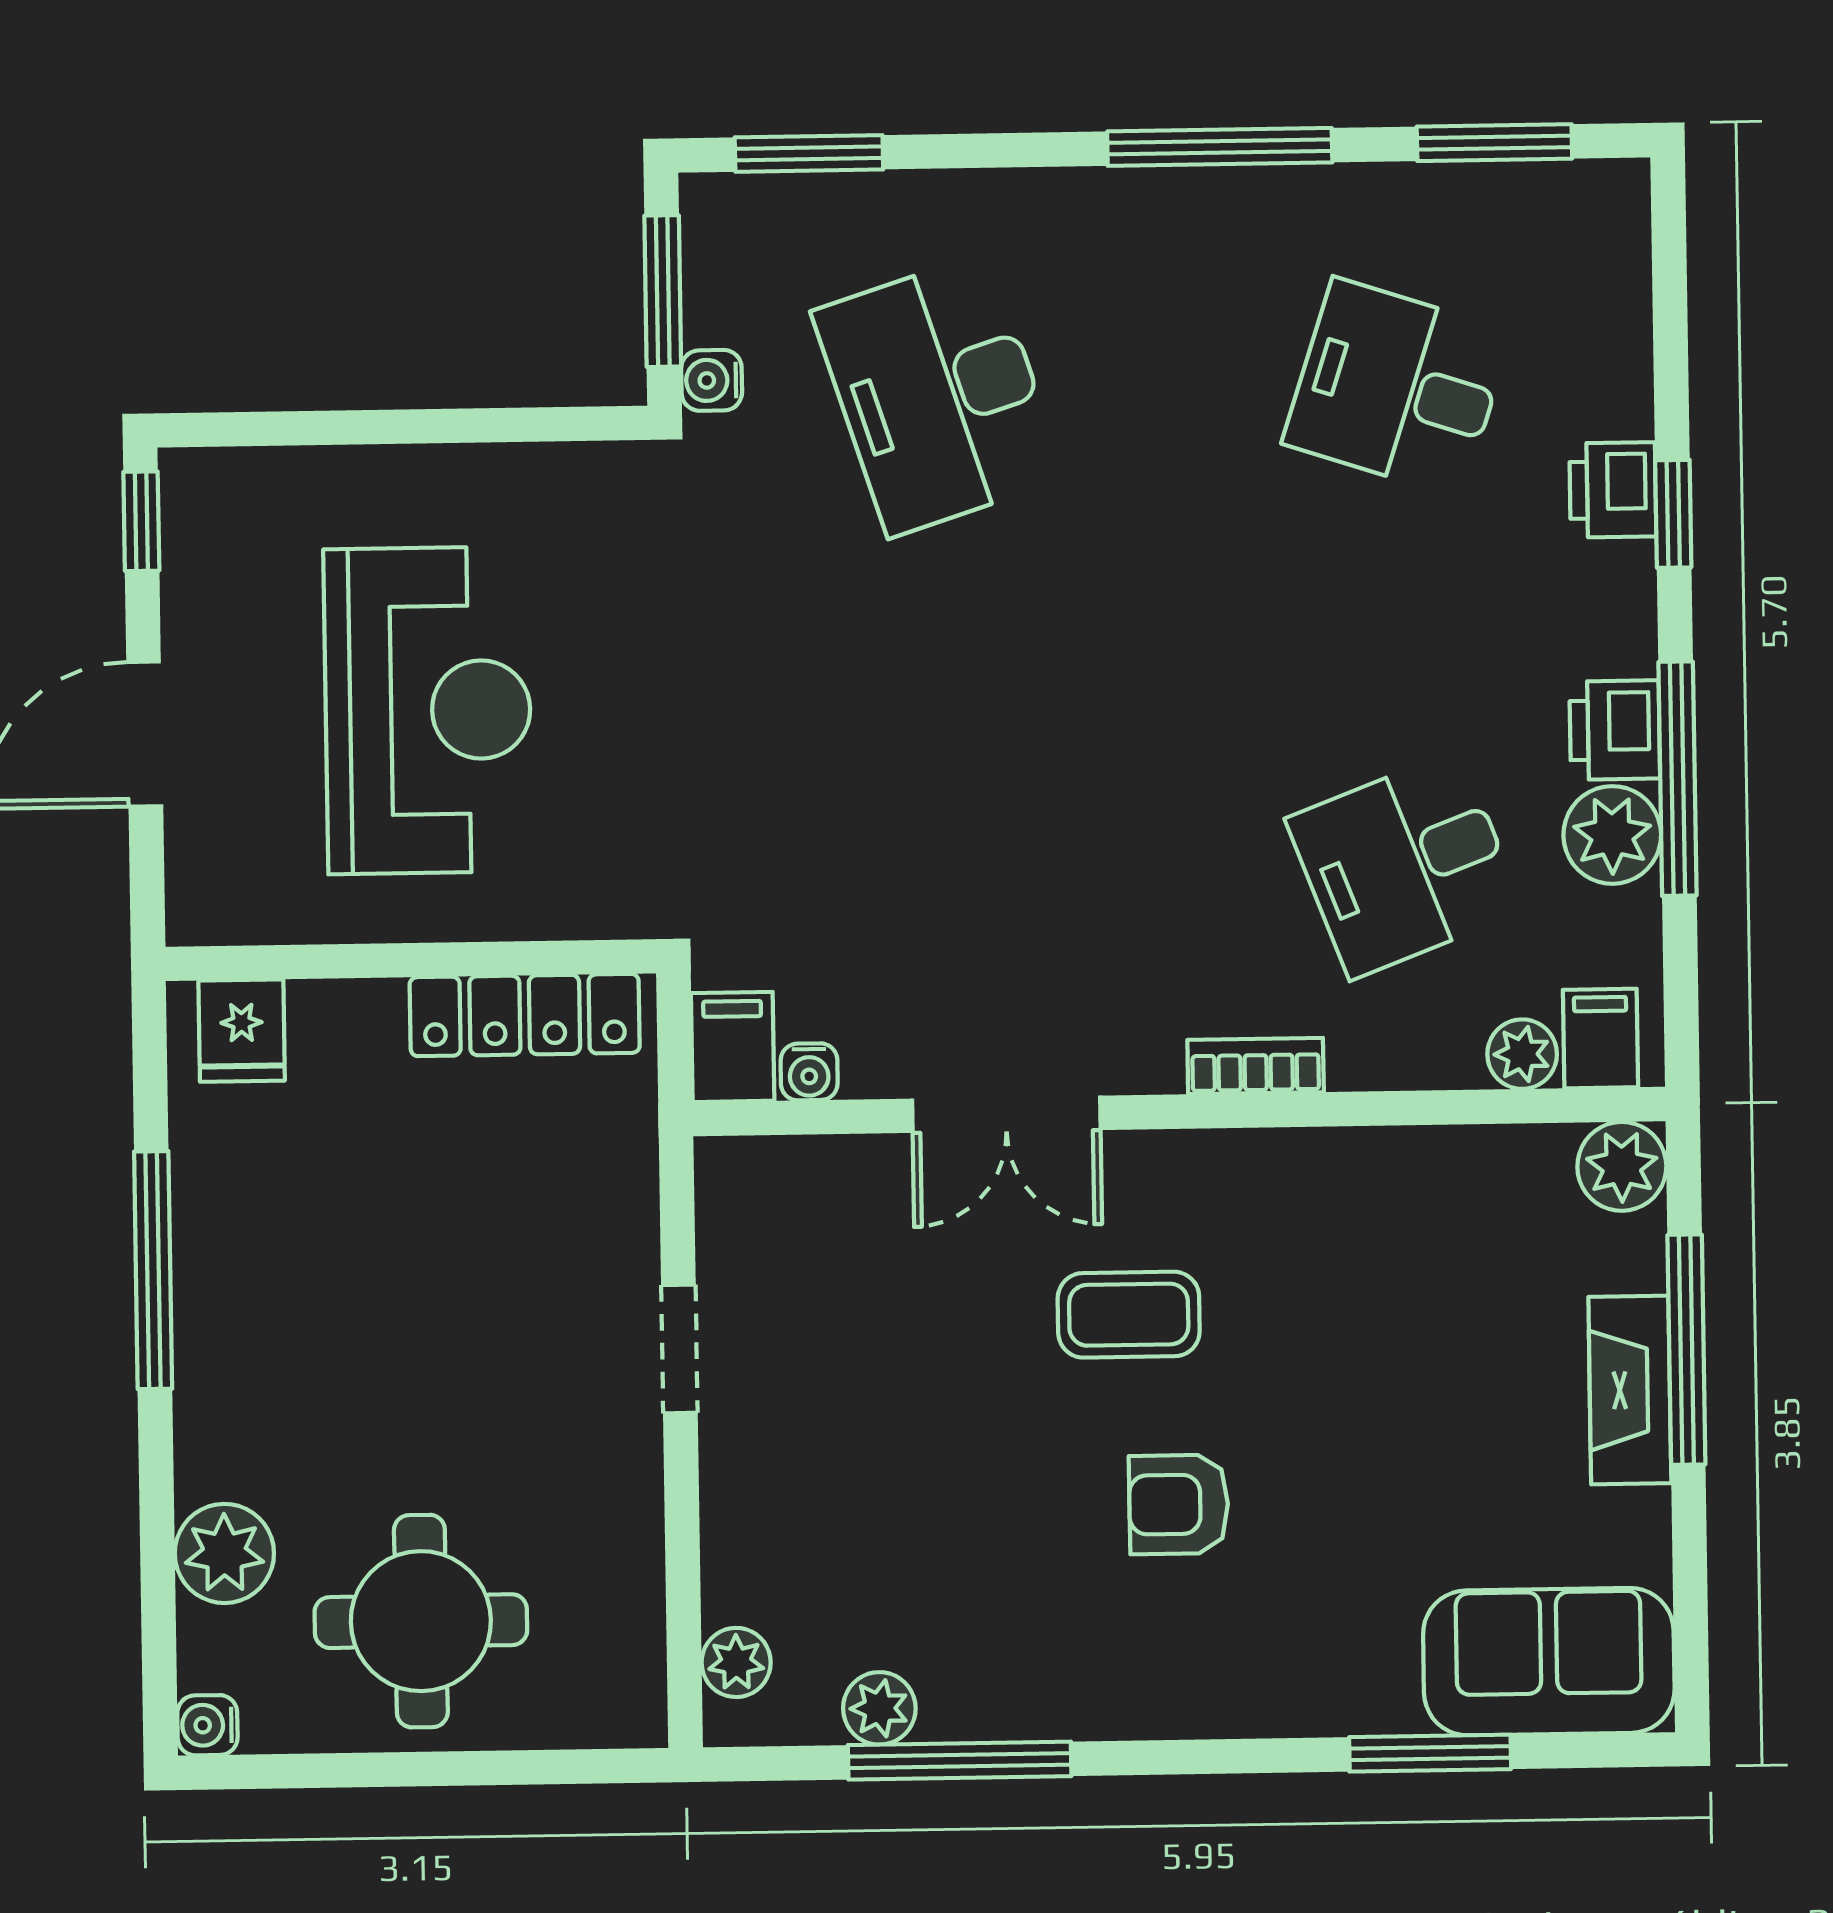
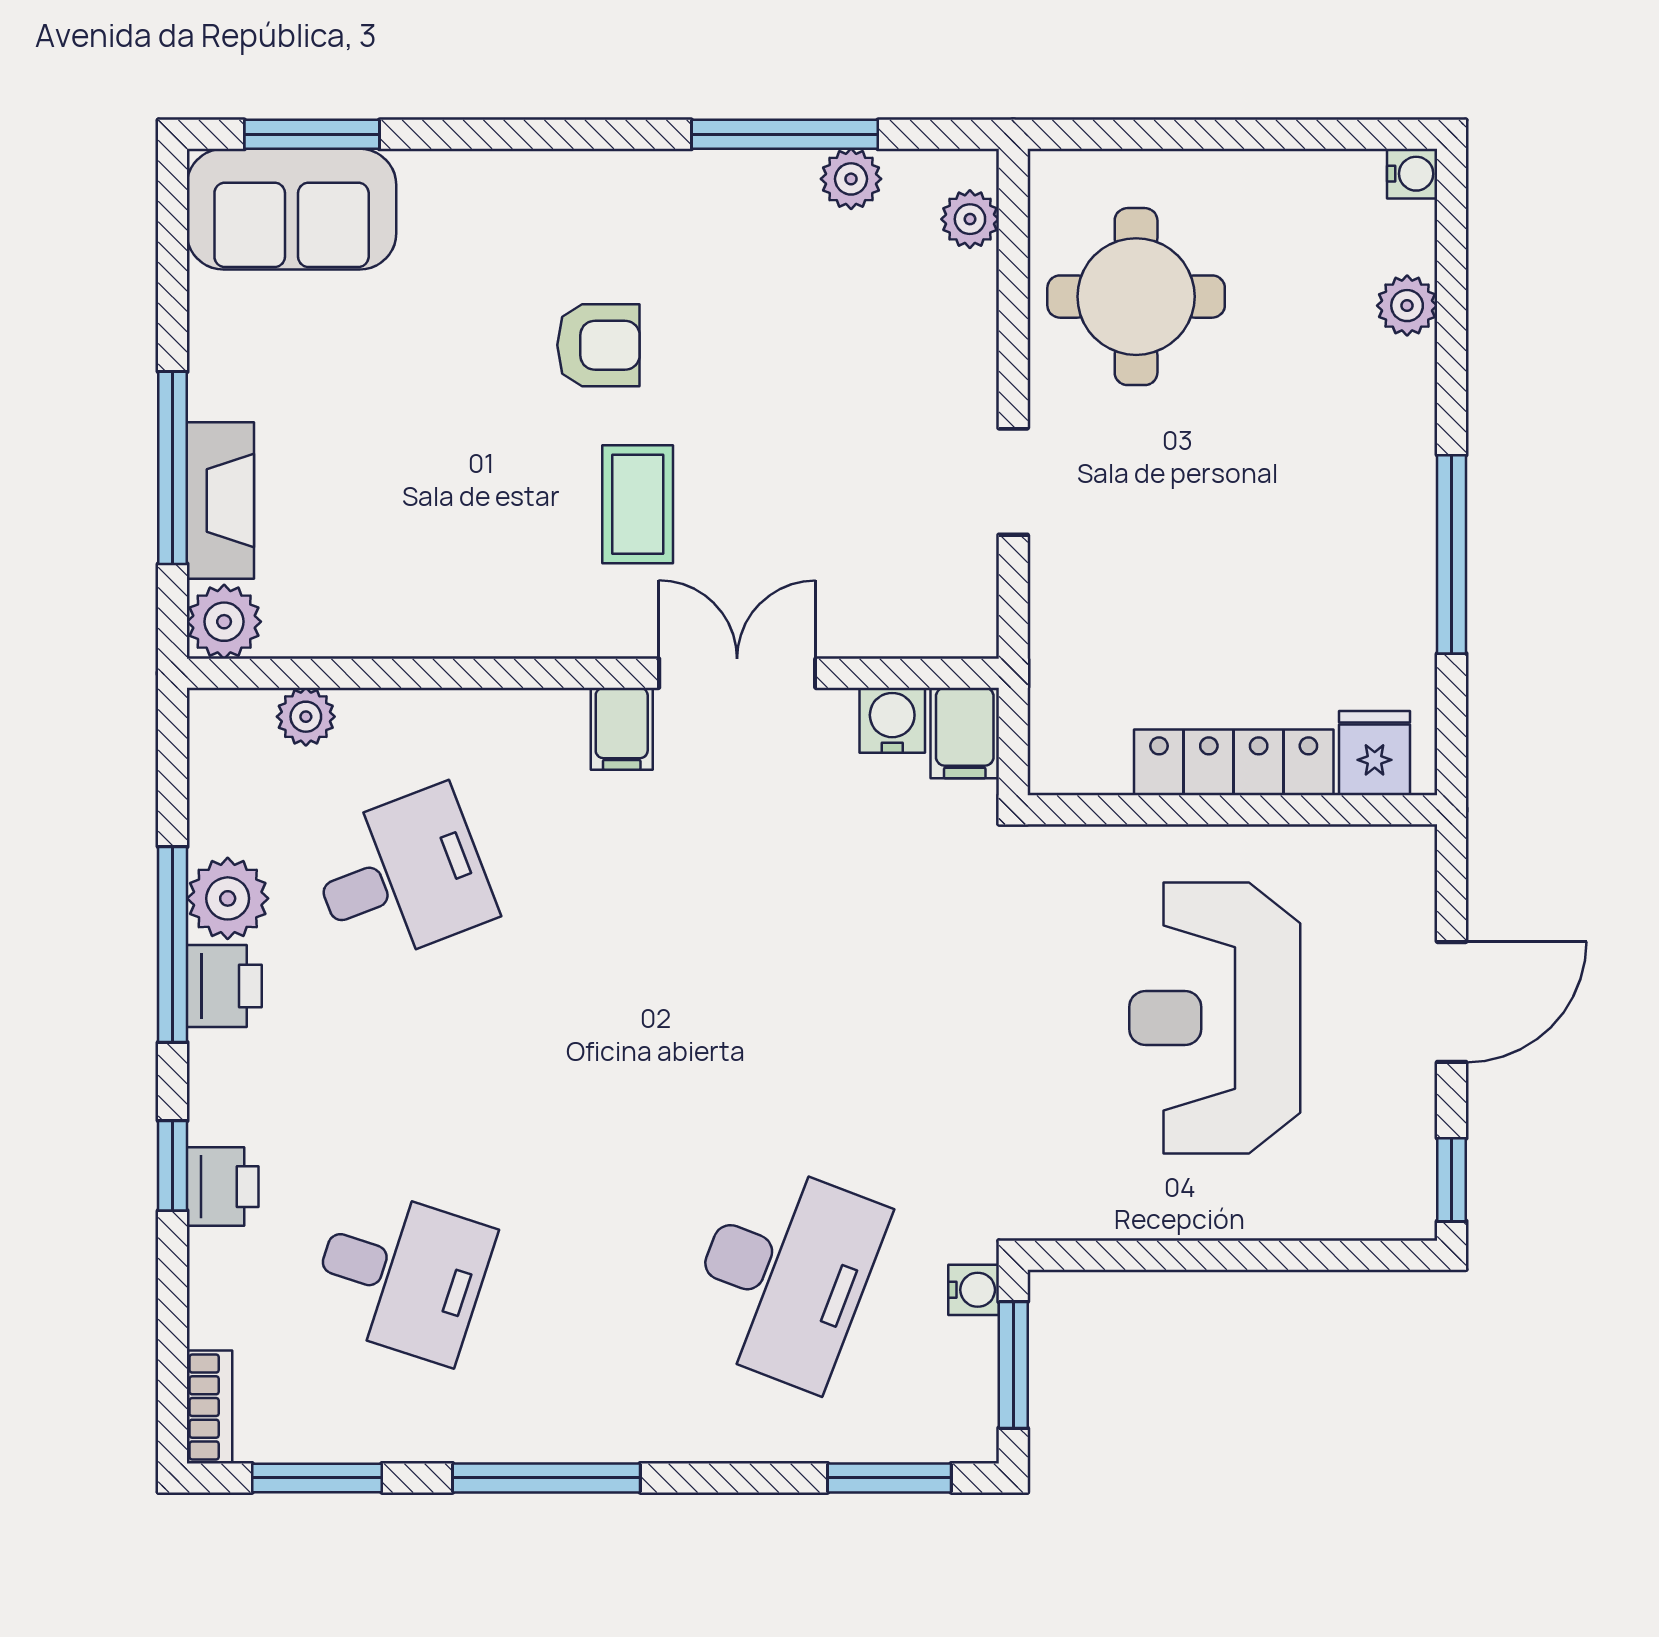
desk: (938, 395) -> (784, 1275), turned 39
locker: (525, 1015) -> (1234, 762), moved
filing cabinet: (1601, 1039) -> (622, 729), moved
bookcase: (1256, 1066) -> (210, 1407), moved, turned -90
water cooler: (809, 1072) -> (892, 720), width x1.38, depth x1.38
coffee table: (1129, 1315) -> (638, 504), turned 90
fireplace: (1630, 1390) -> (220, 500), moved
plant: (224, 1553) -> (1407, 306), width x0.73, depth x0.73
round table: (421, 1621) -> (1136, 297), moved
window: (1430, 1753) -> (312, 134), moved

